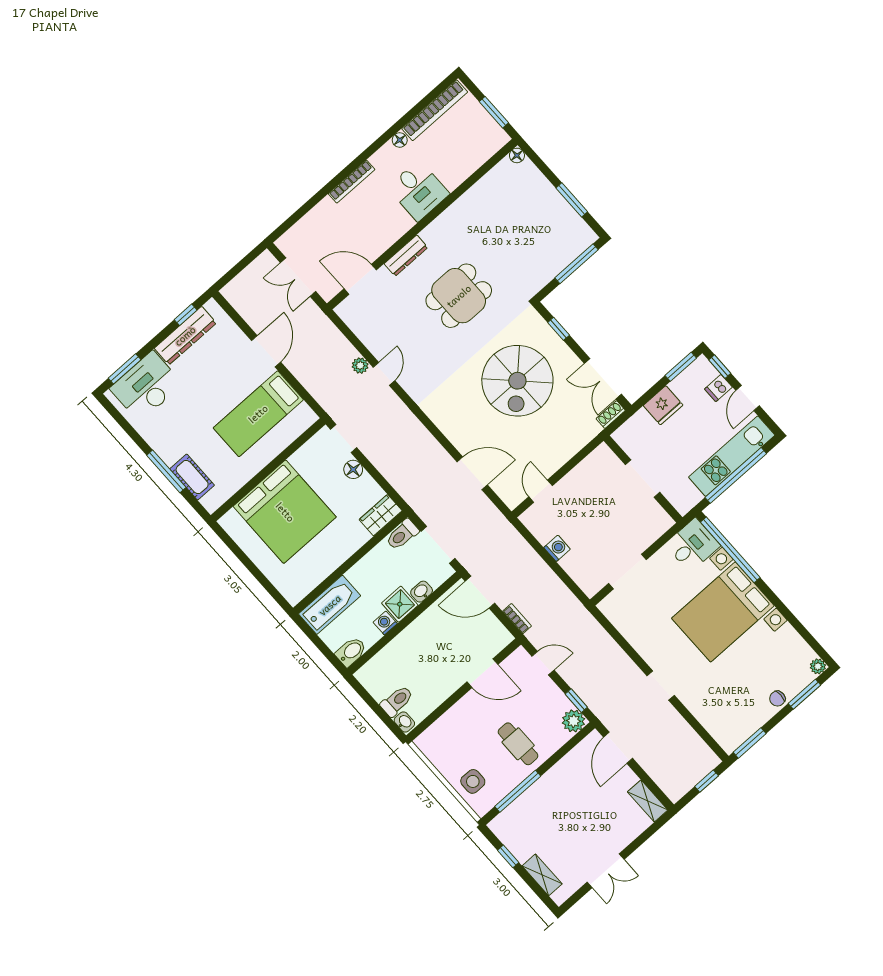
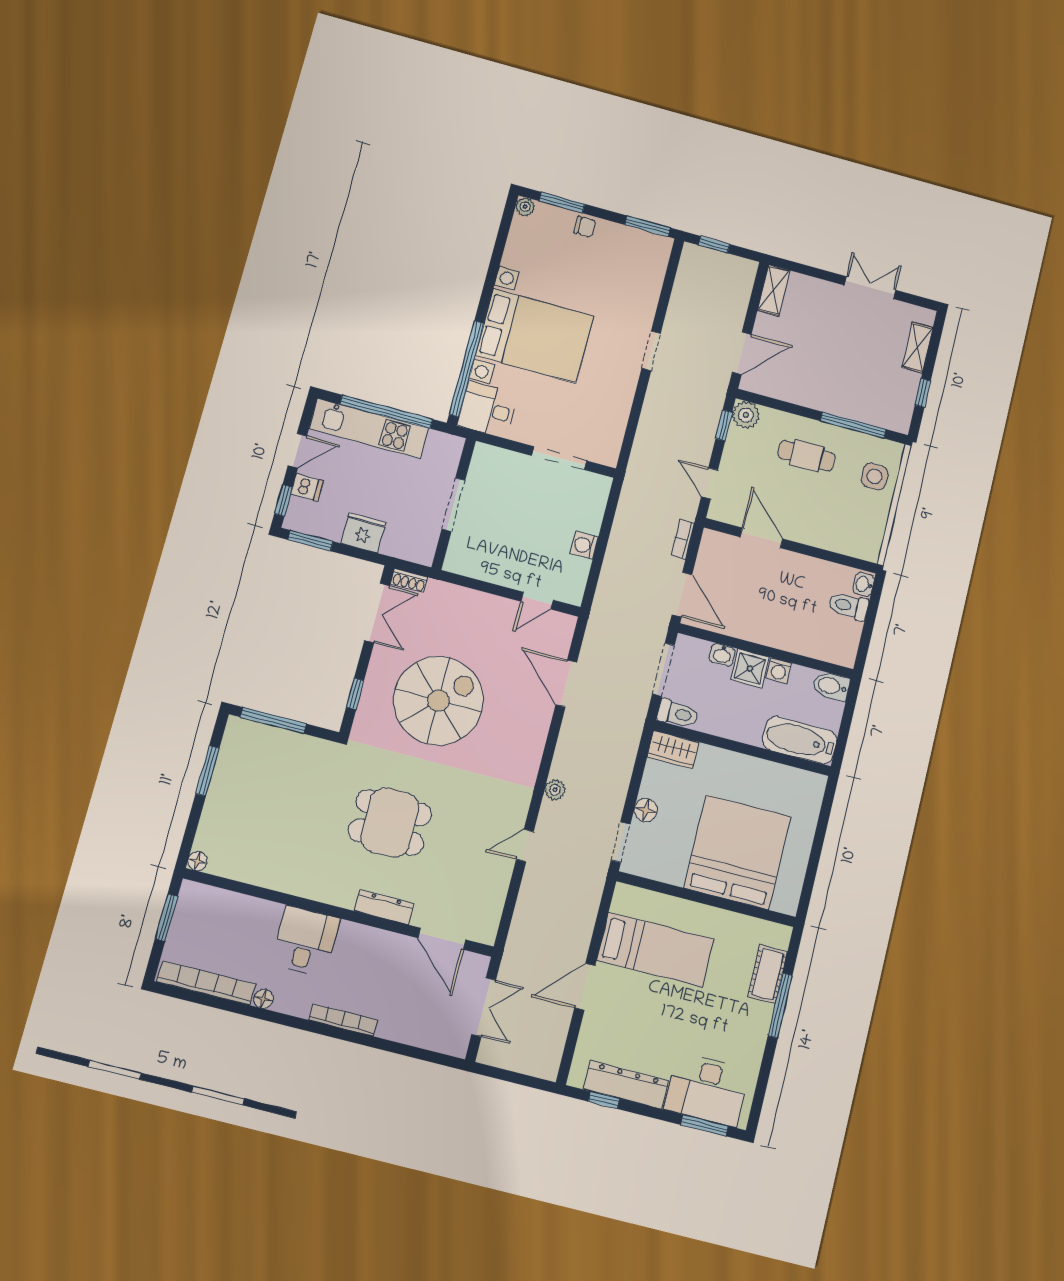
plant: (360, 366) -> (555, 790), moved
cafe table: (518, 744) -> (807, 456), turned 90

